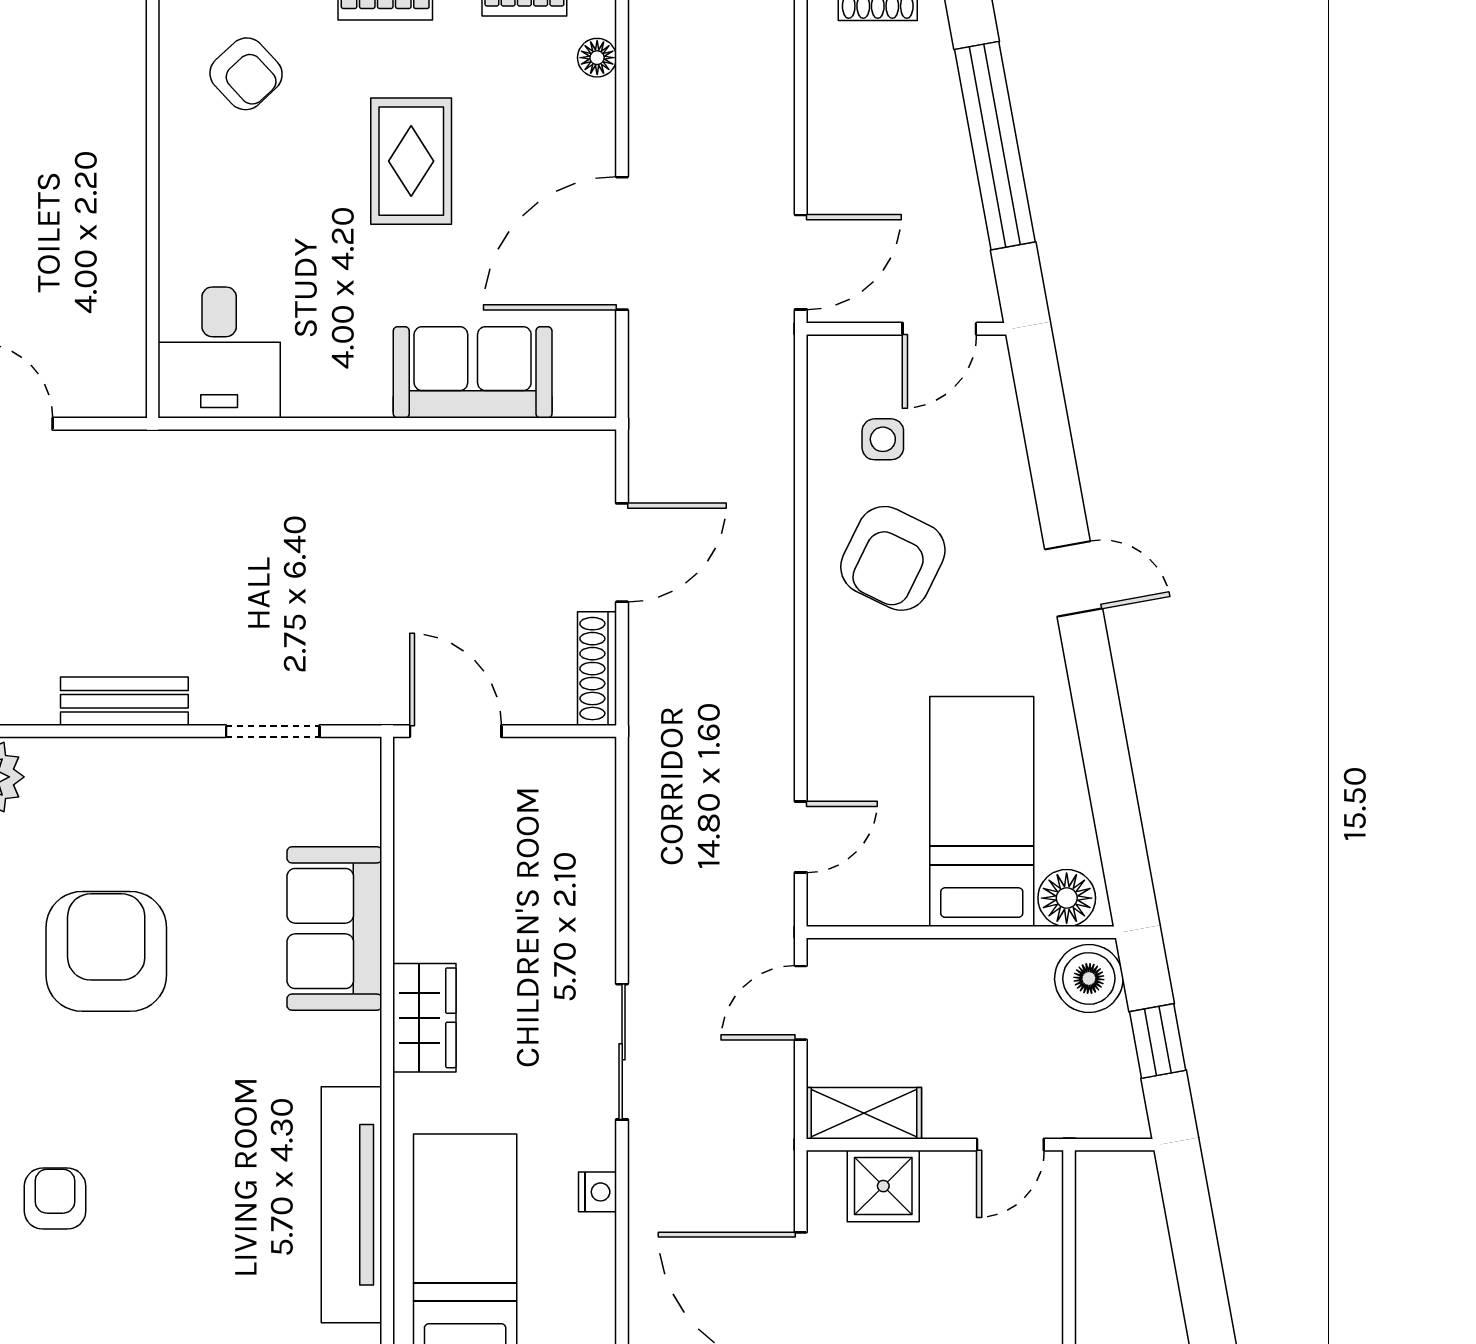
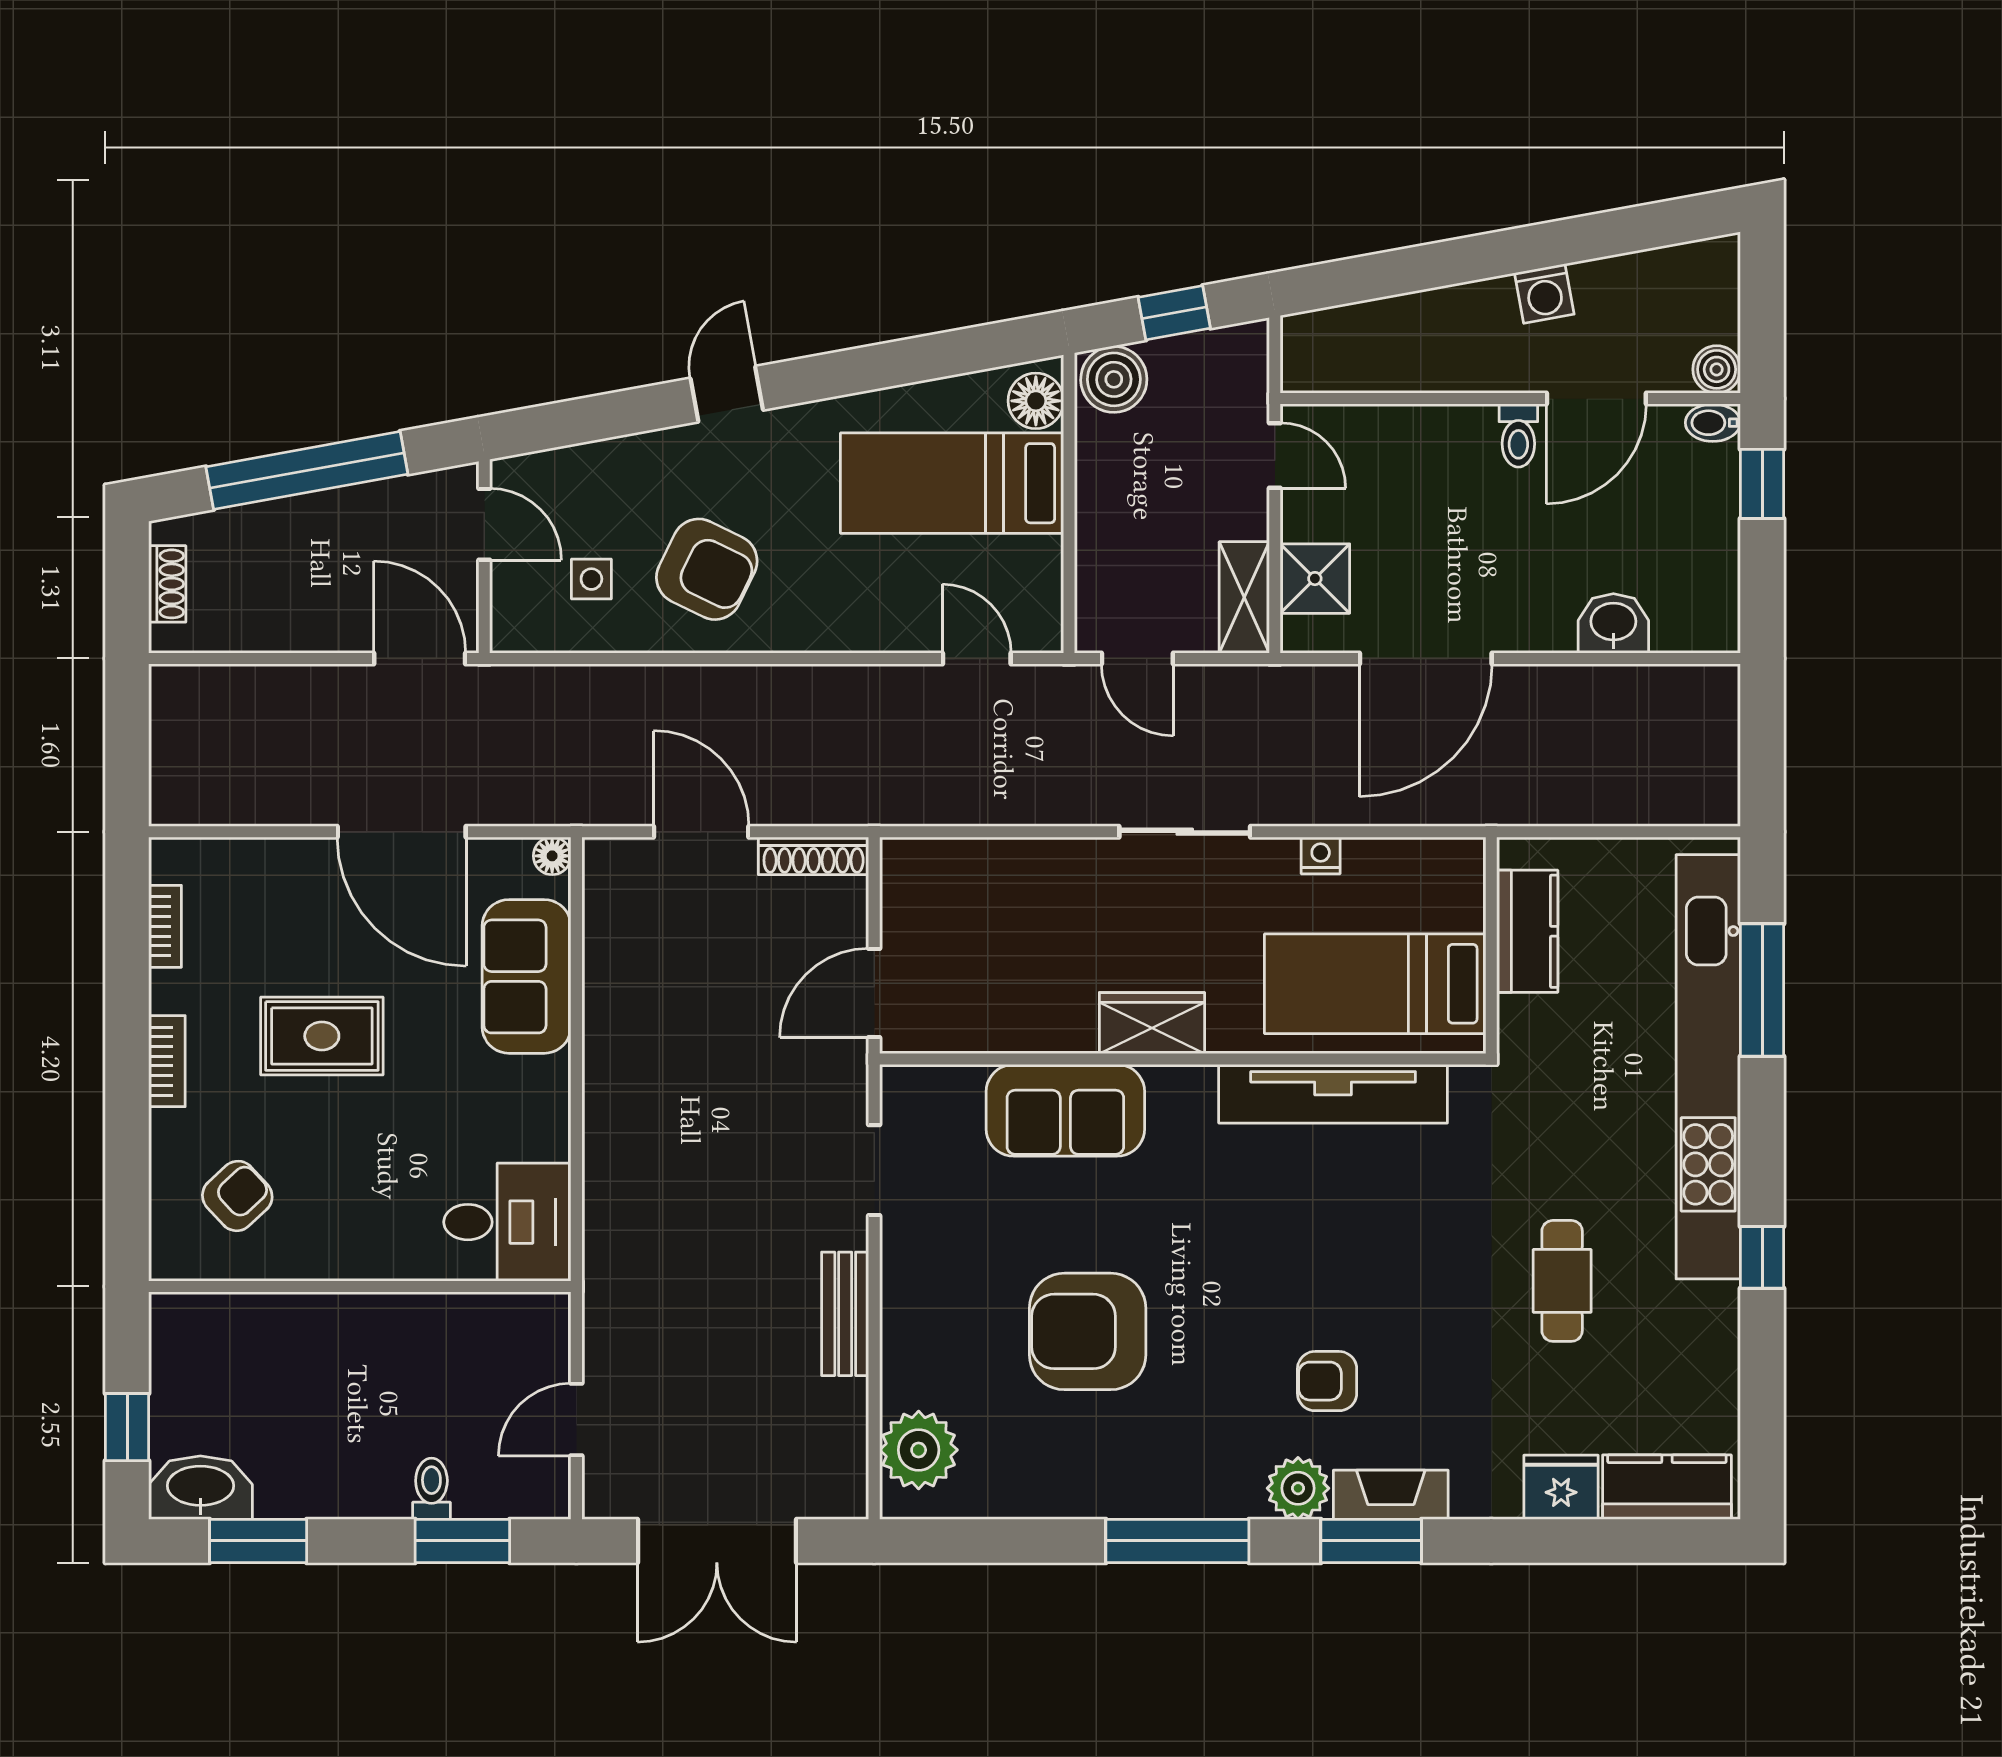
floor lamp: (597, 58) -> (552, 856), moved

